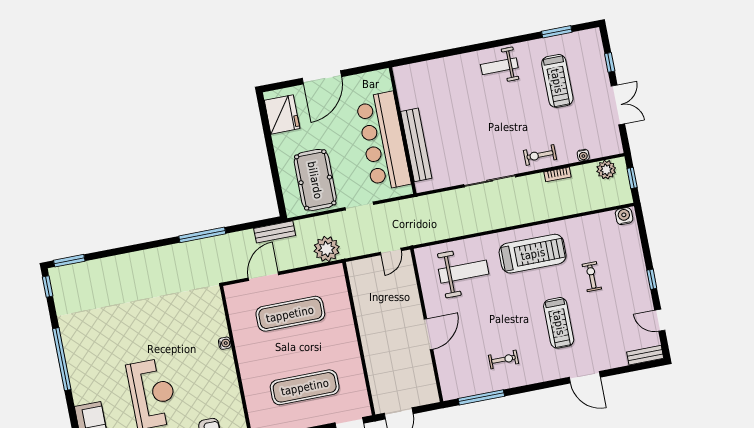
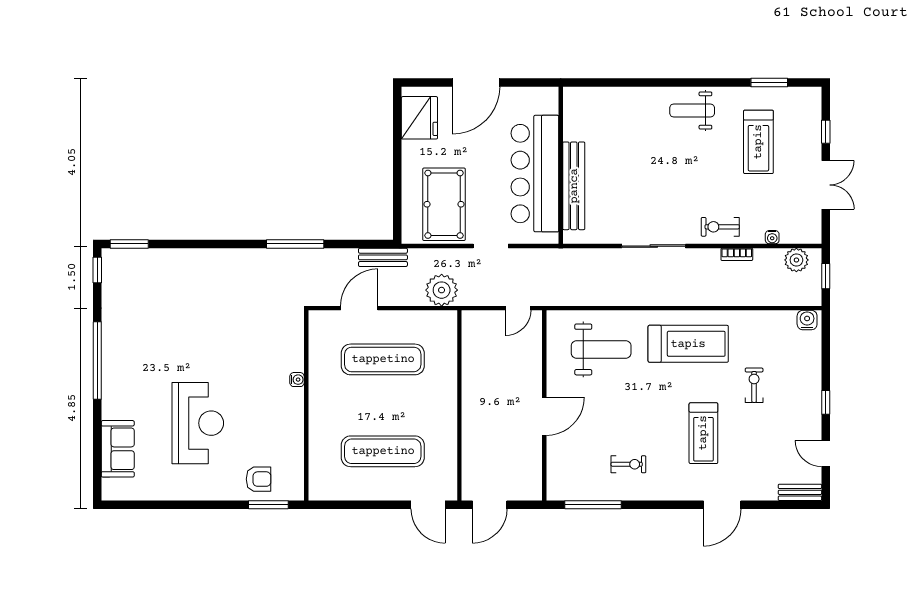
door: (585, 377) -> (722, 505), hinge flipped

